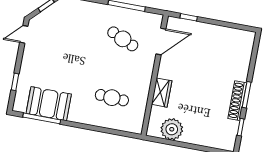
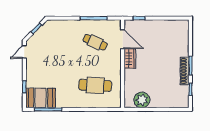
door: (161, 41) -> (123, 39), hinge flipped
wardrobe: (162, 93) -> (130, 59), moved
cafe table: (112, 98) -> (95, 85), width x1.37, depth x1.35
booth: (49, 104) -> (41, 98), moved

